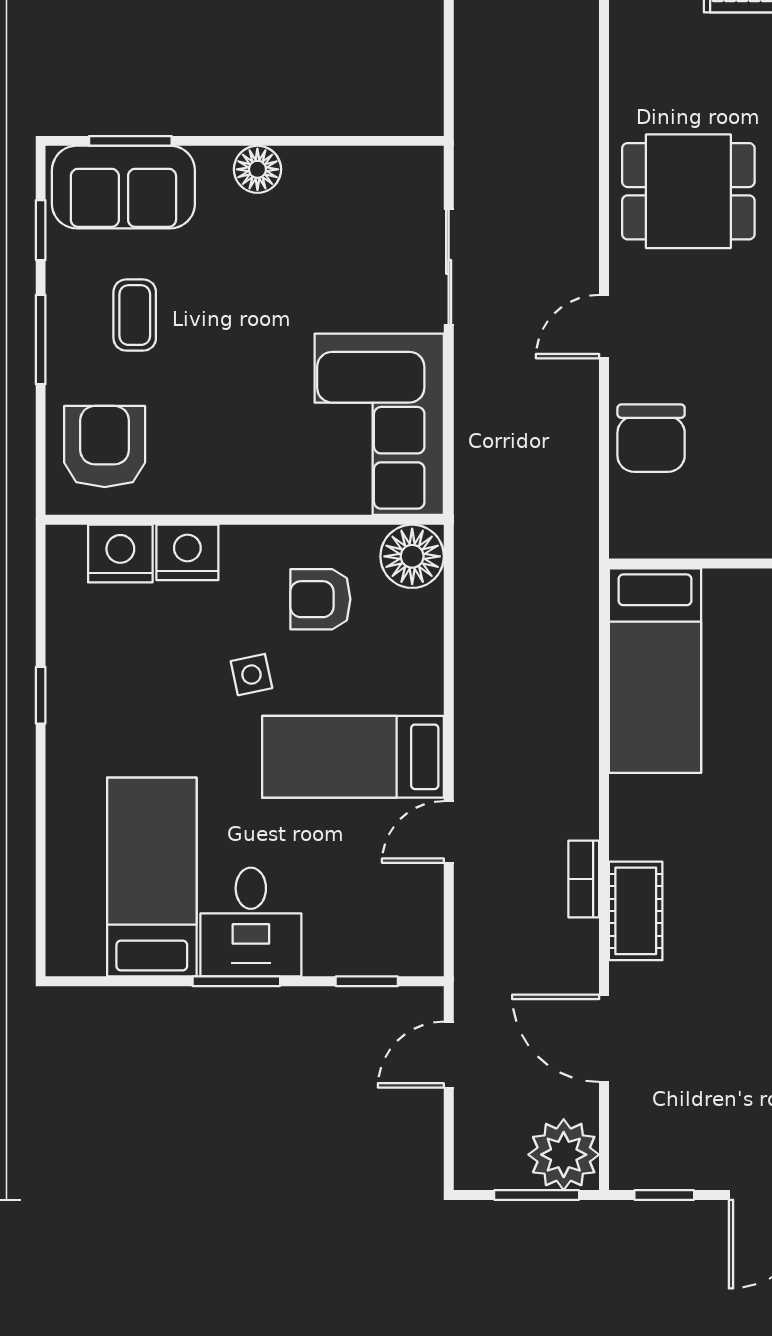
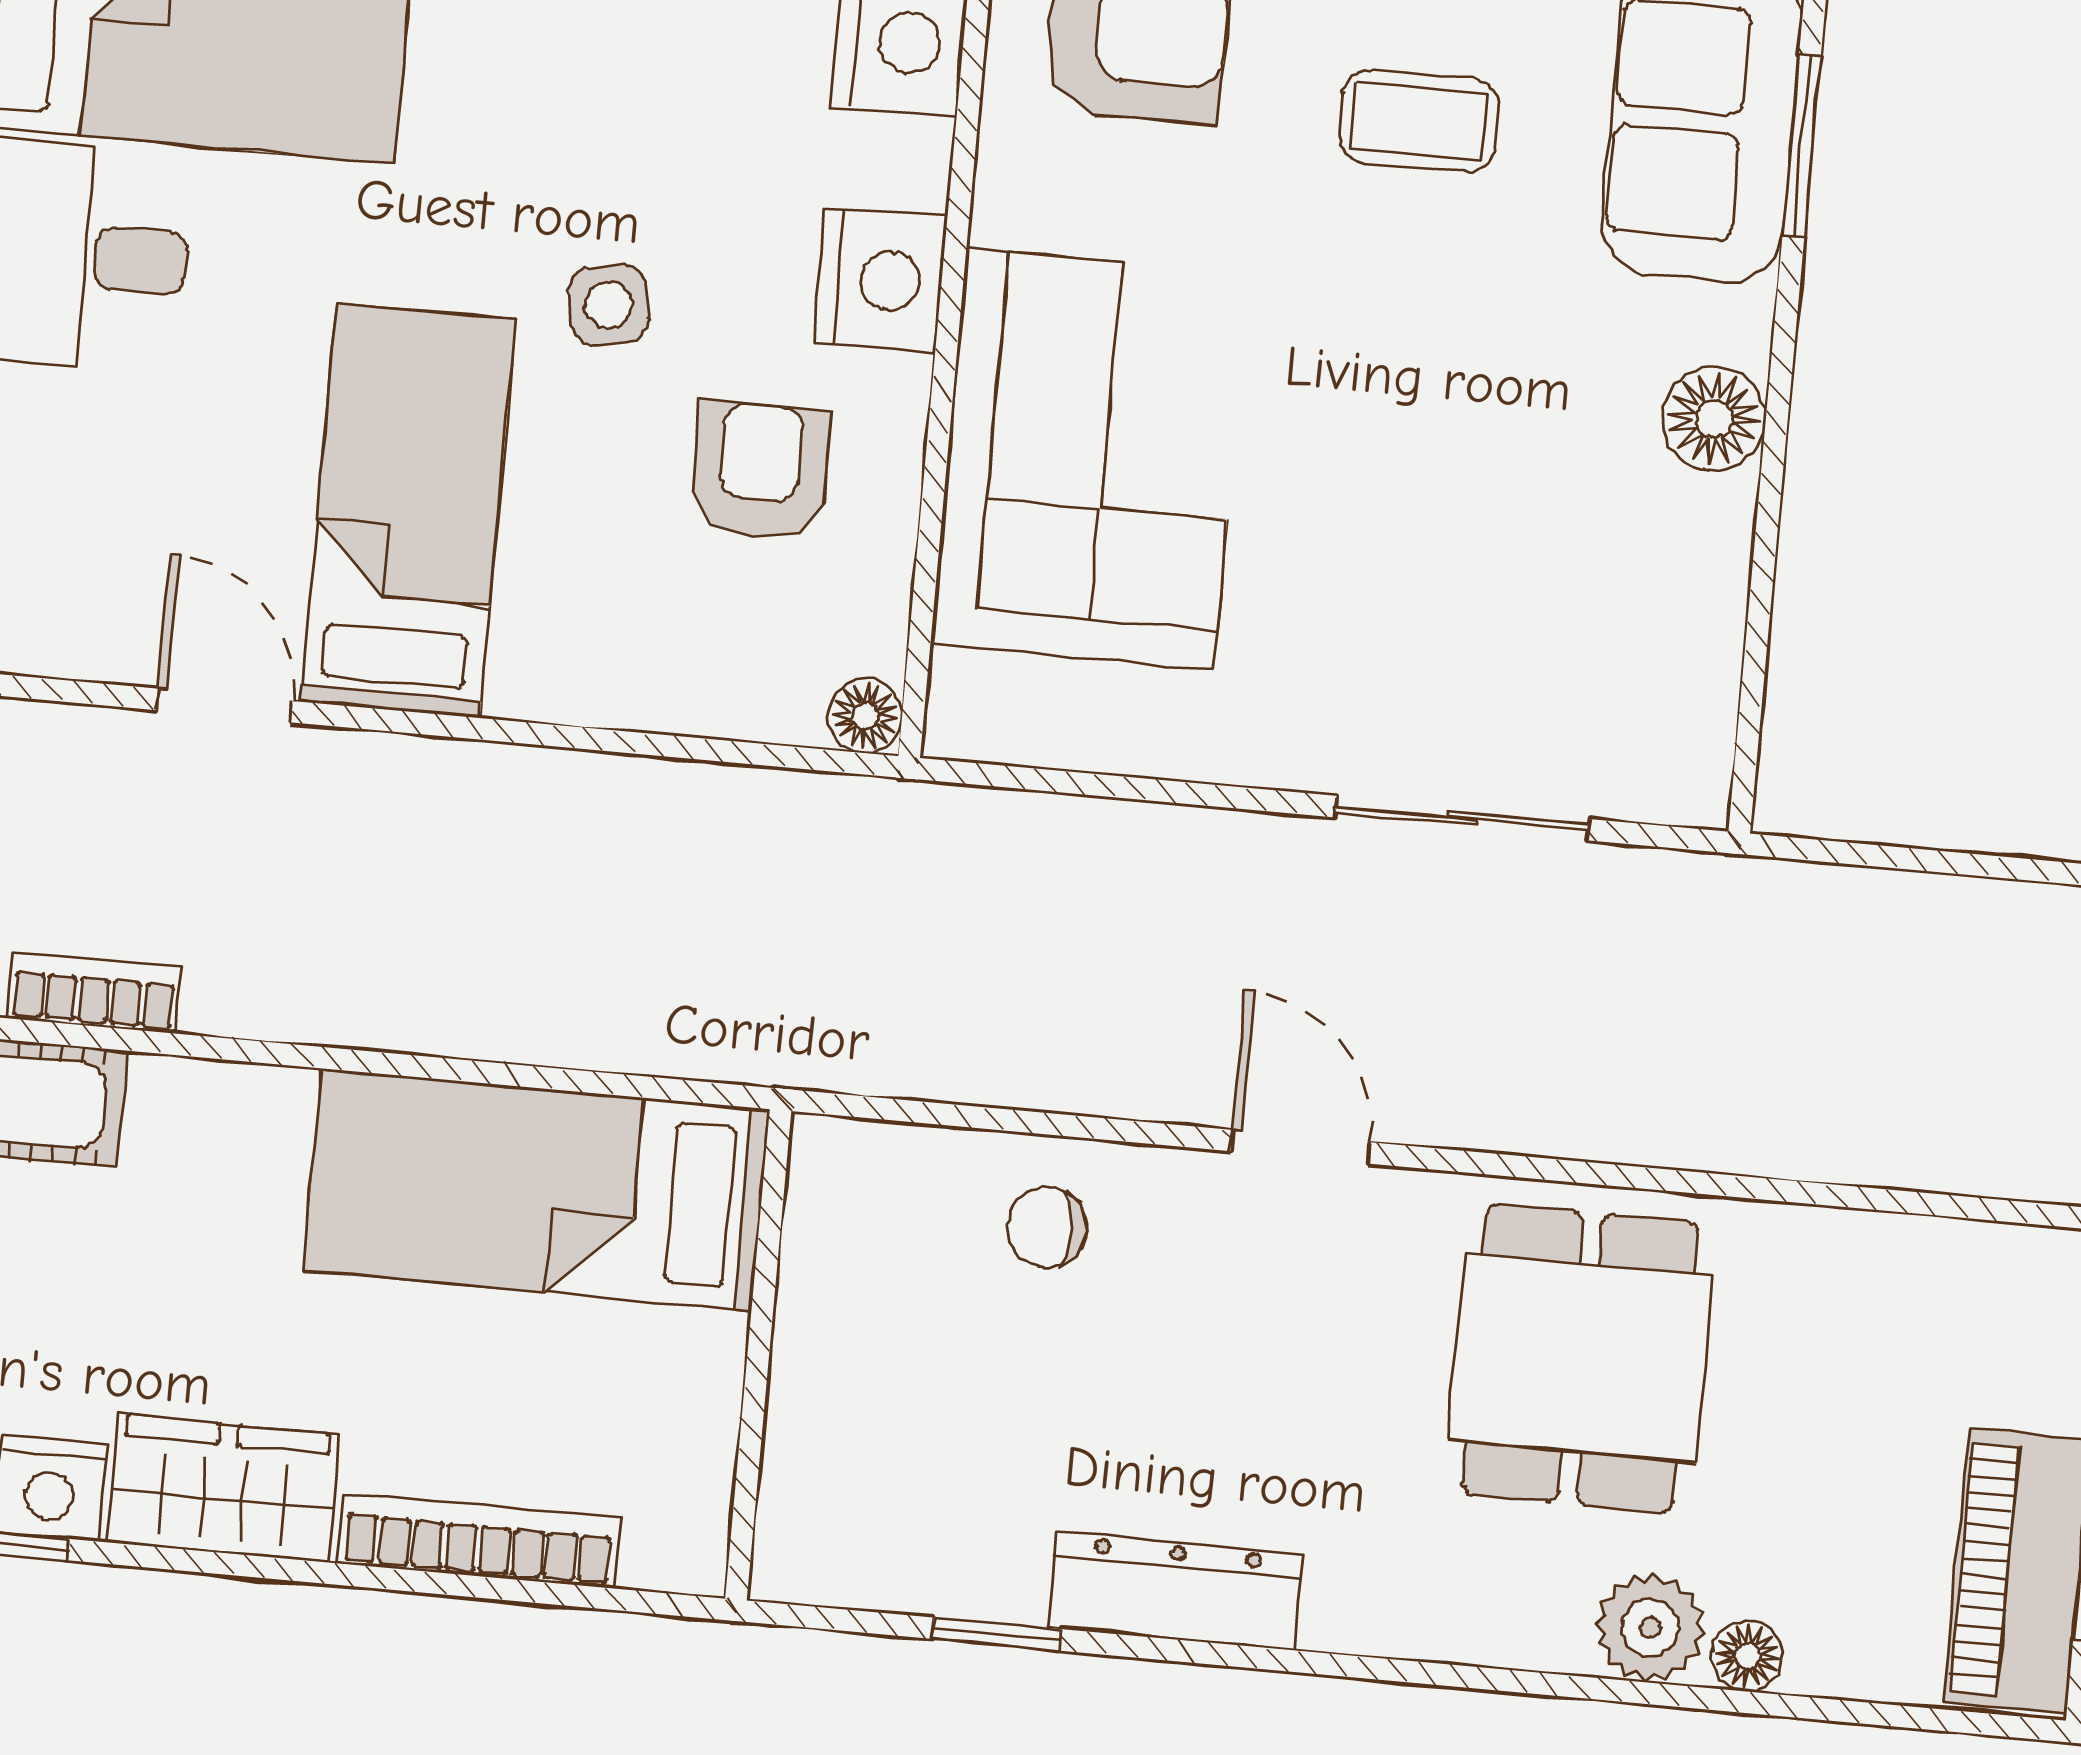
corner sofa: (379, 424) -> (1090, 459), moved, turned 90
chair: (651, 438) -> (1047, 1227), width x0.54, depth x0.54
nightstand: (187, 552) -> (881, 280), moved
floor lamp: (412, 556) -> (865, 716), width x0.53, depth x0.53

